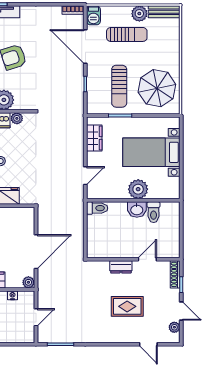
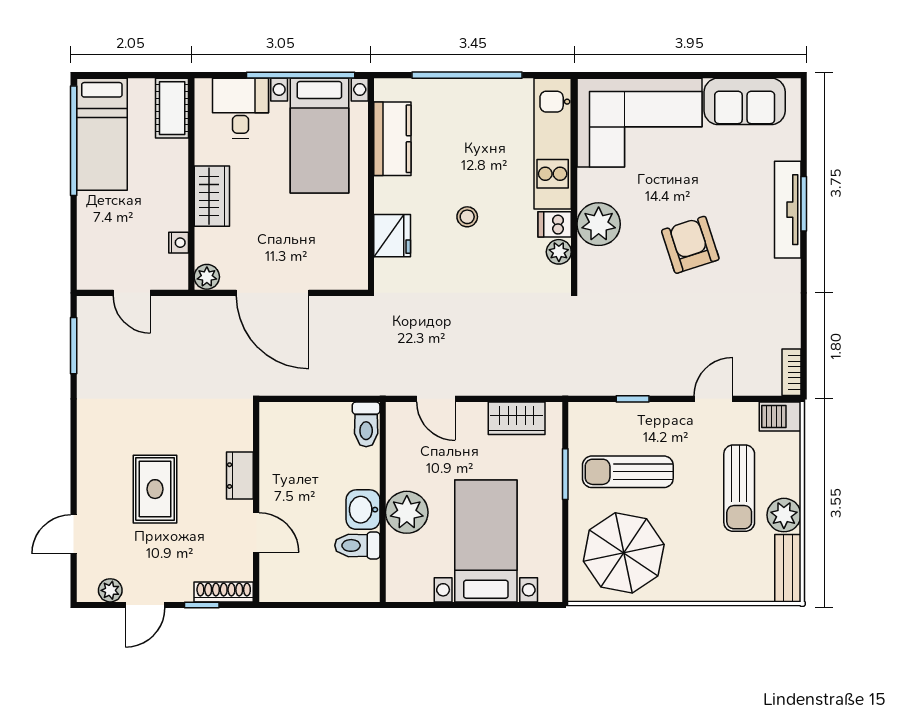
door: (85, 46) -> (713, 399), width x0.53

